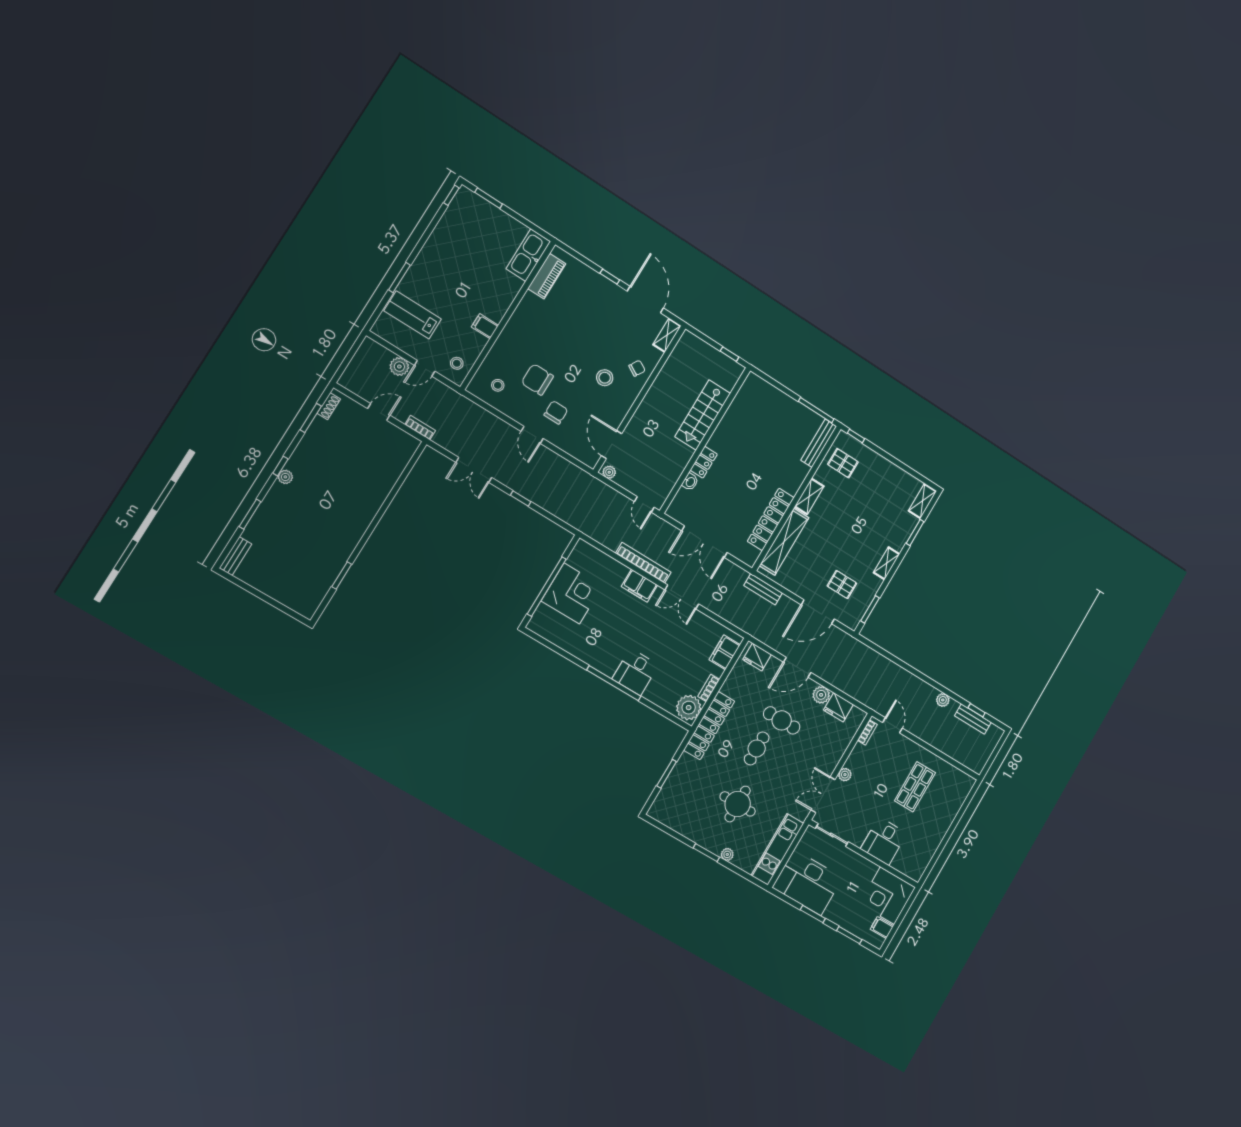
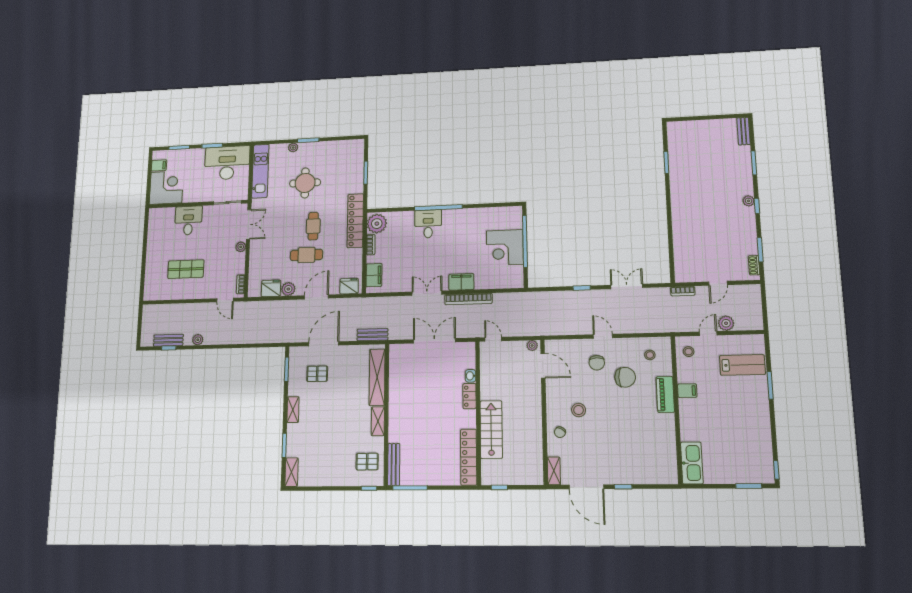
piano: (547, 276) -> (665, 394), moved
locker: (771, 519) -> (469, 457), moved, turned 180
shop shelf: (915, 787) -> (186, 269), turned 90

